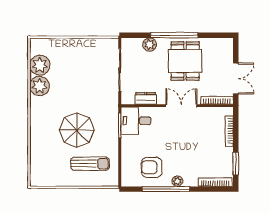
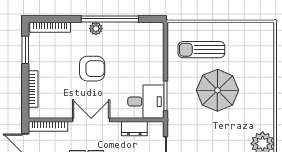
double door: (181, 106) -> (91, 120), swing flipped
armchair: (152, 167) -> (92, 69), moved

